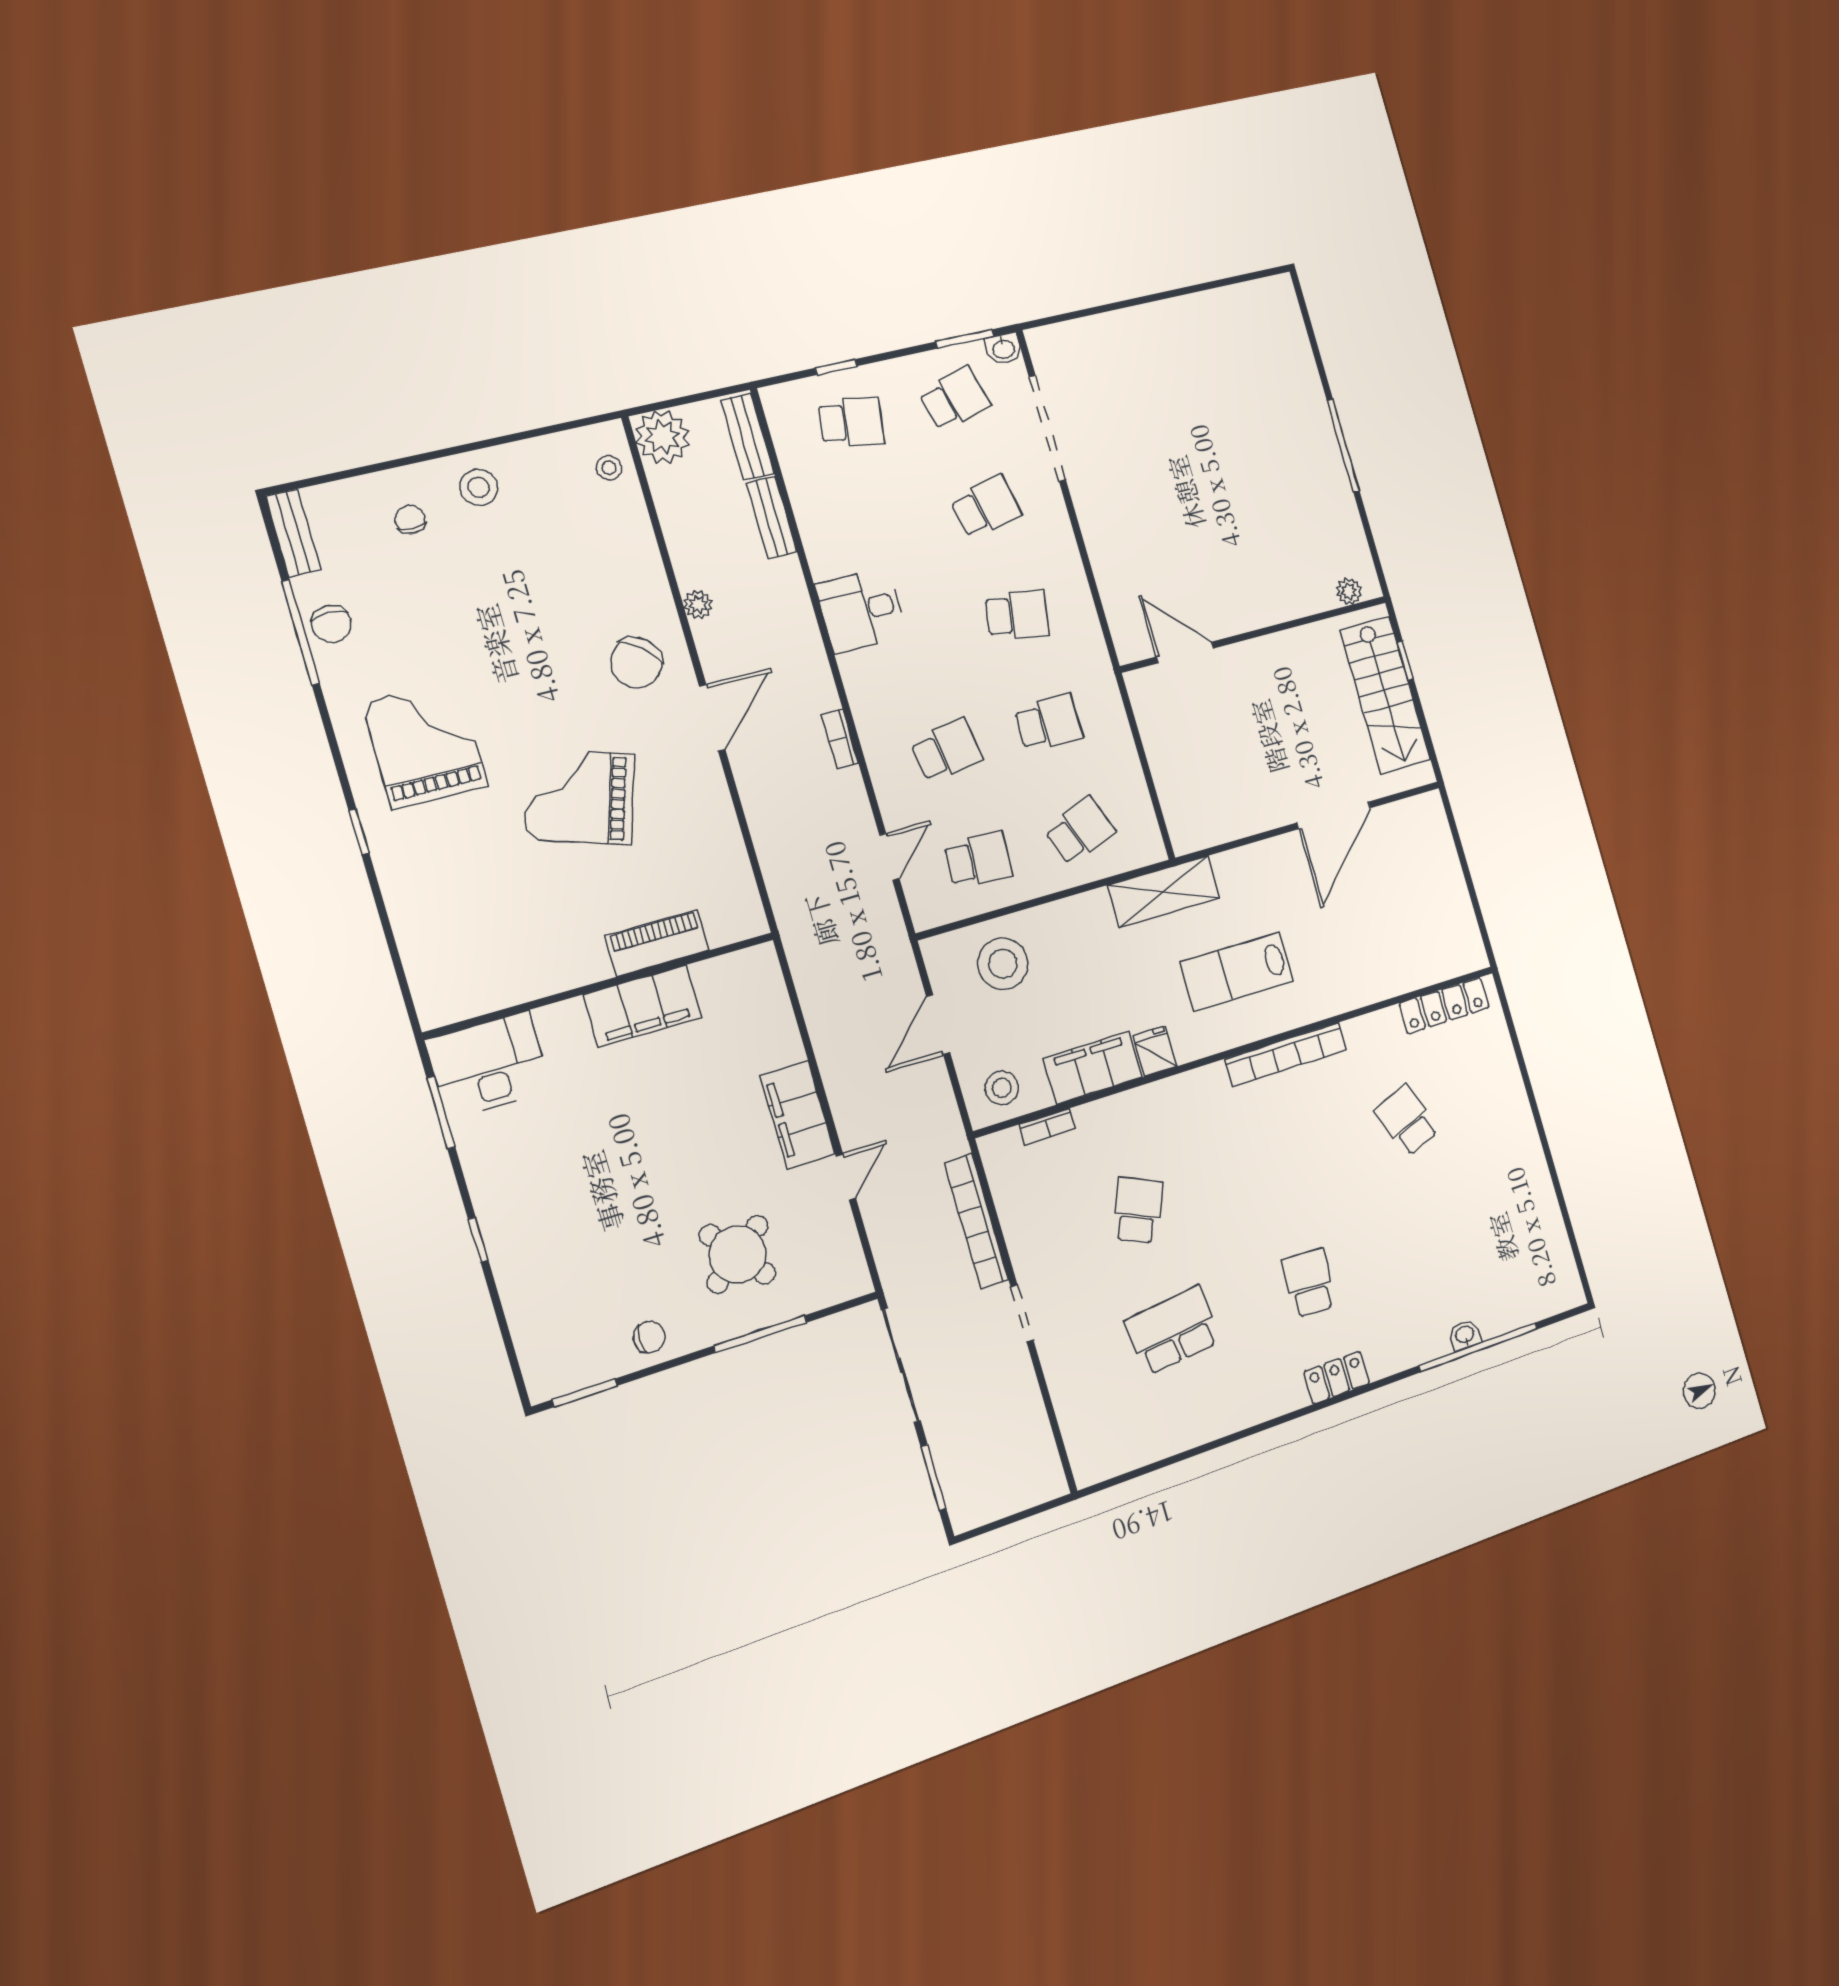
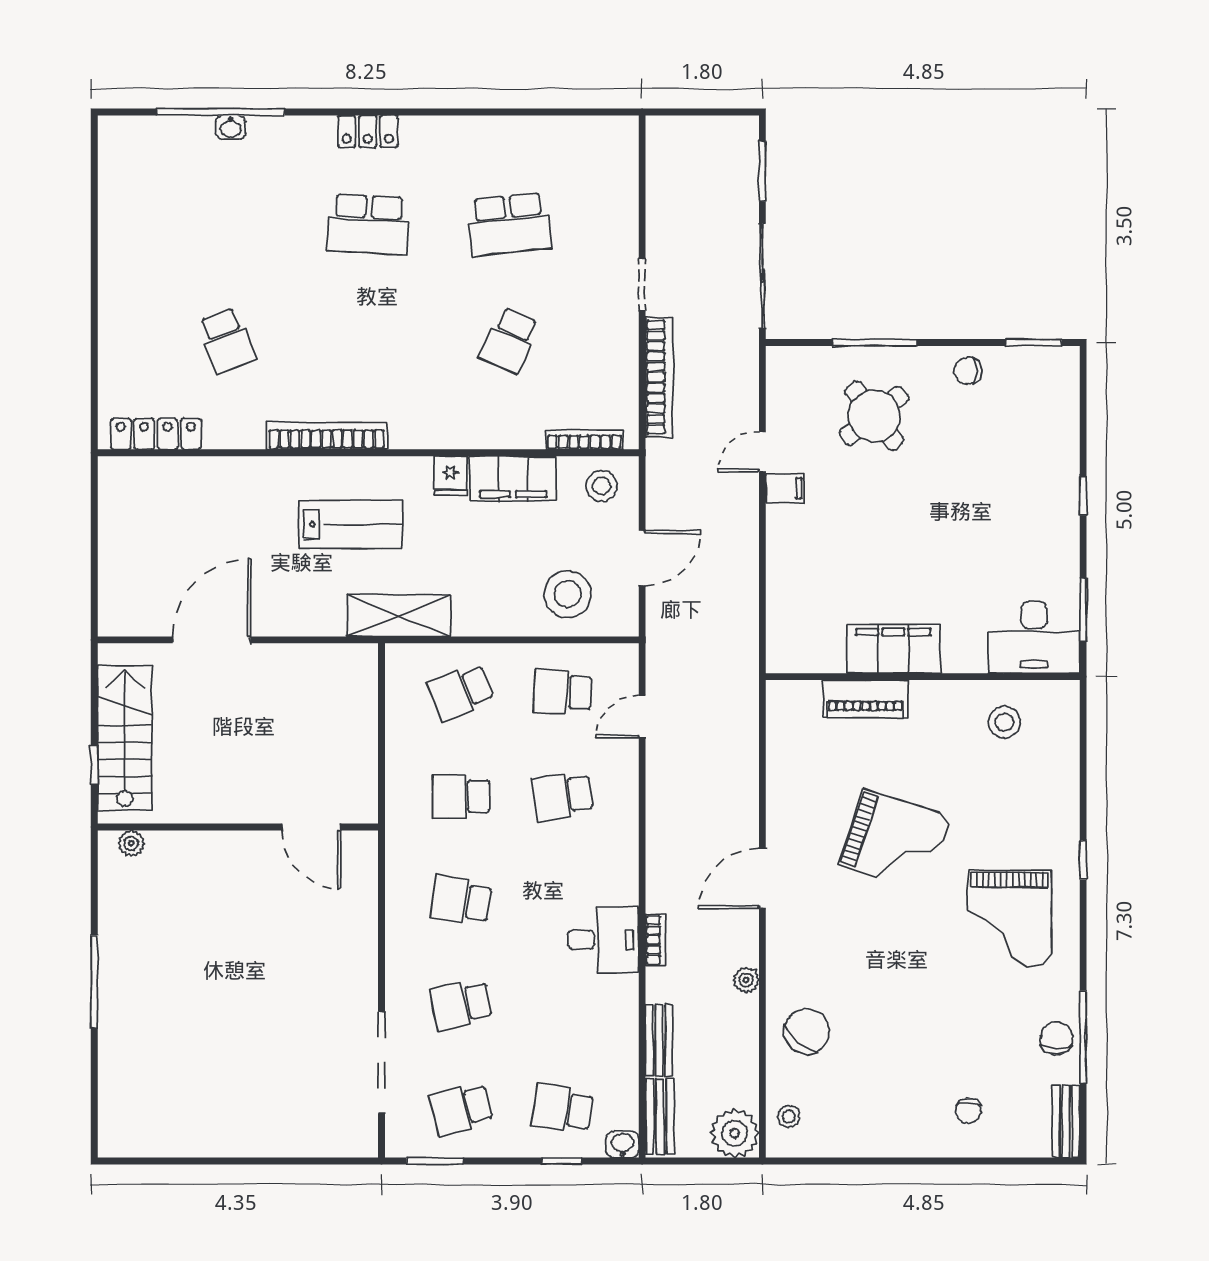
washbasin: (1004, 349) -> (622, 1144), moved
stool: (479, 487) -> (1005, 722), moved
chair: (636, 663) -> (807, 1031), moved
bookcase: (840, 739) -> (656, 940), moved
filing cabinet: (798, 1115) -> (785, 488), width x0.33, depth x0.86
bookcase: (1047, 1127) -> (584, 439), width x1.56
school desk: (1309, 1283) -> (368, 224), width x1.85

